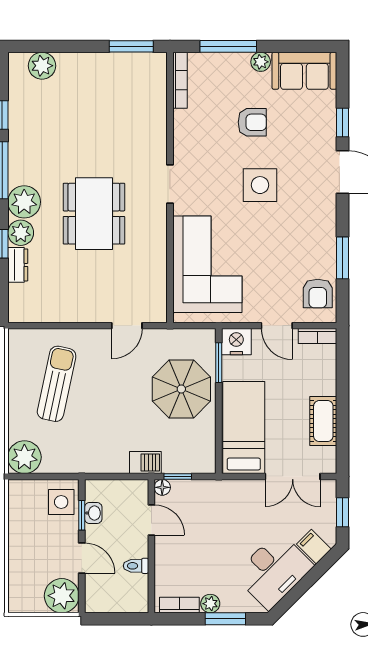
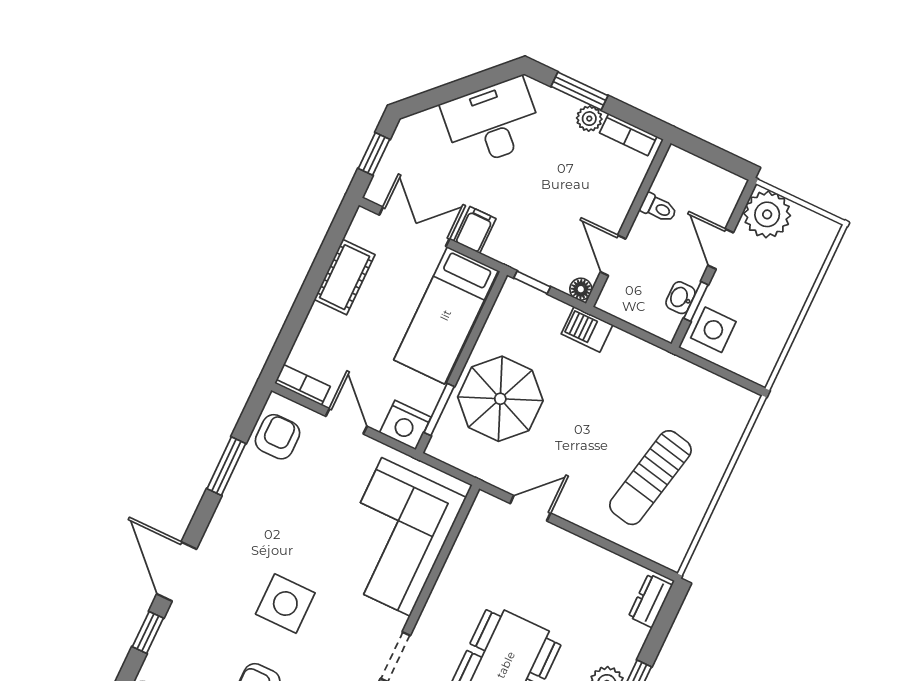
dresser: (18, 265) -> (650, 601), moved
plant: (24, 457) -> (732, 406), removed
window: (178, 476) -> (532, 282), moved
filing cabinet: (314, 547) -> (475, 230), moved, turned -135

